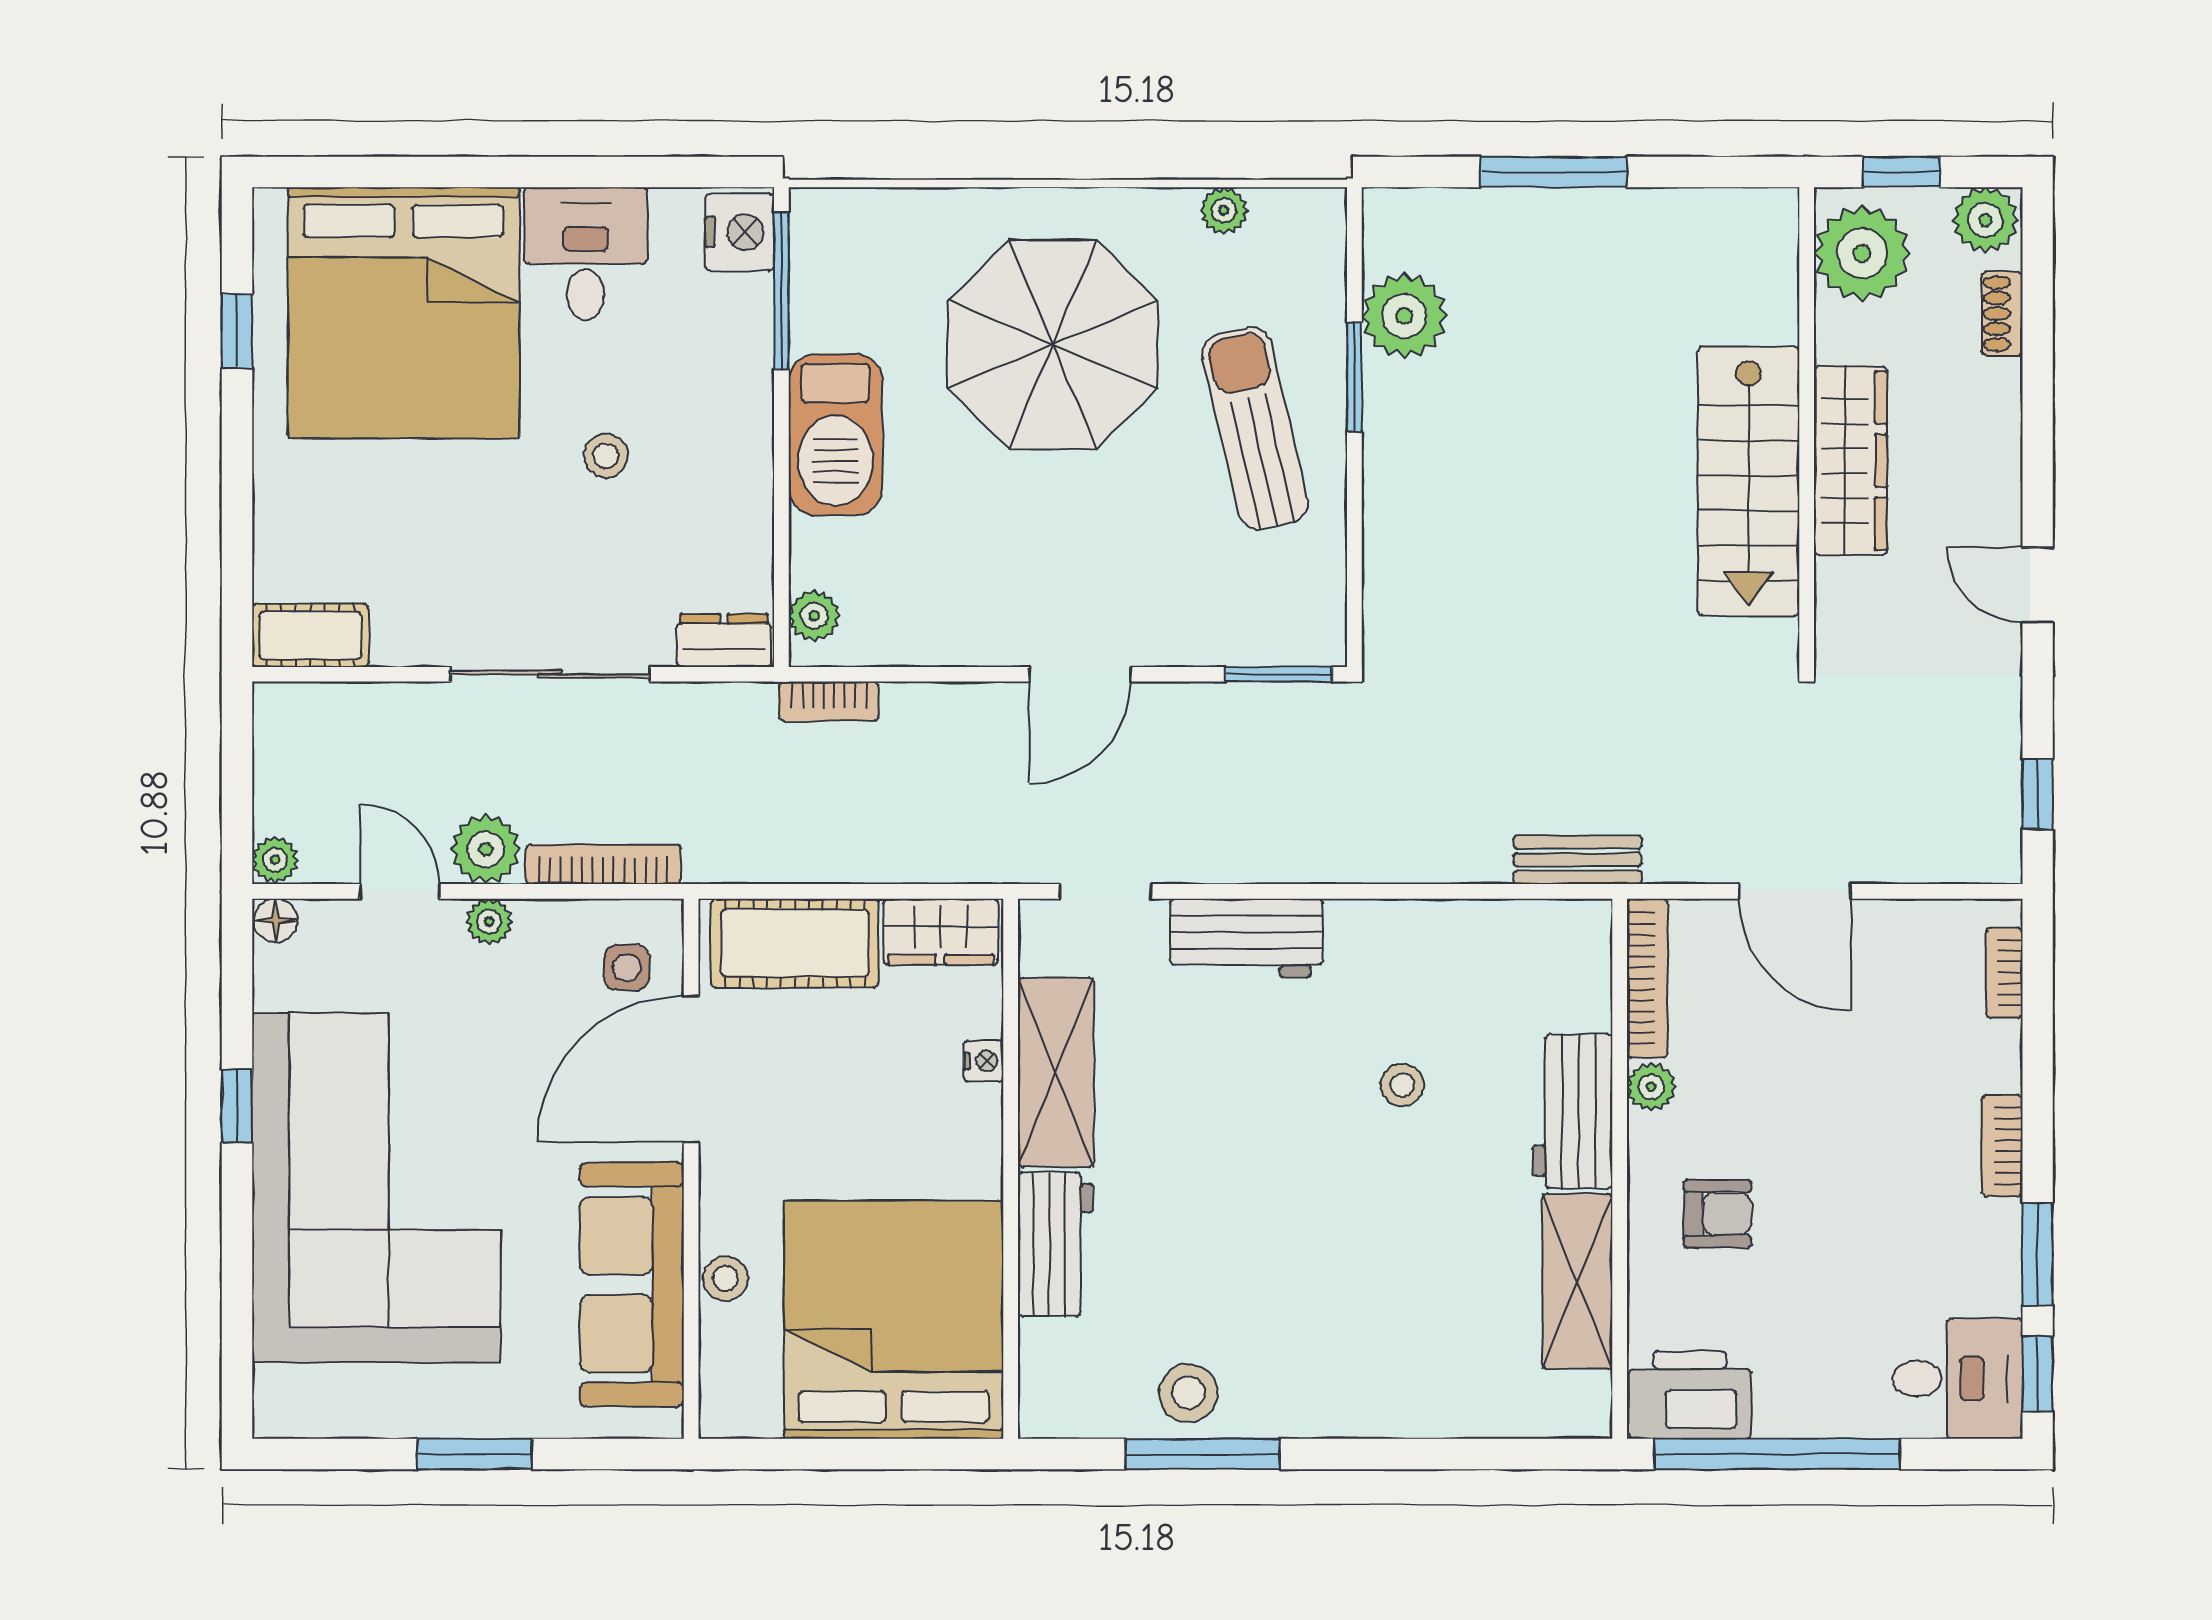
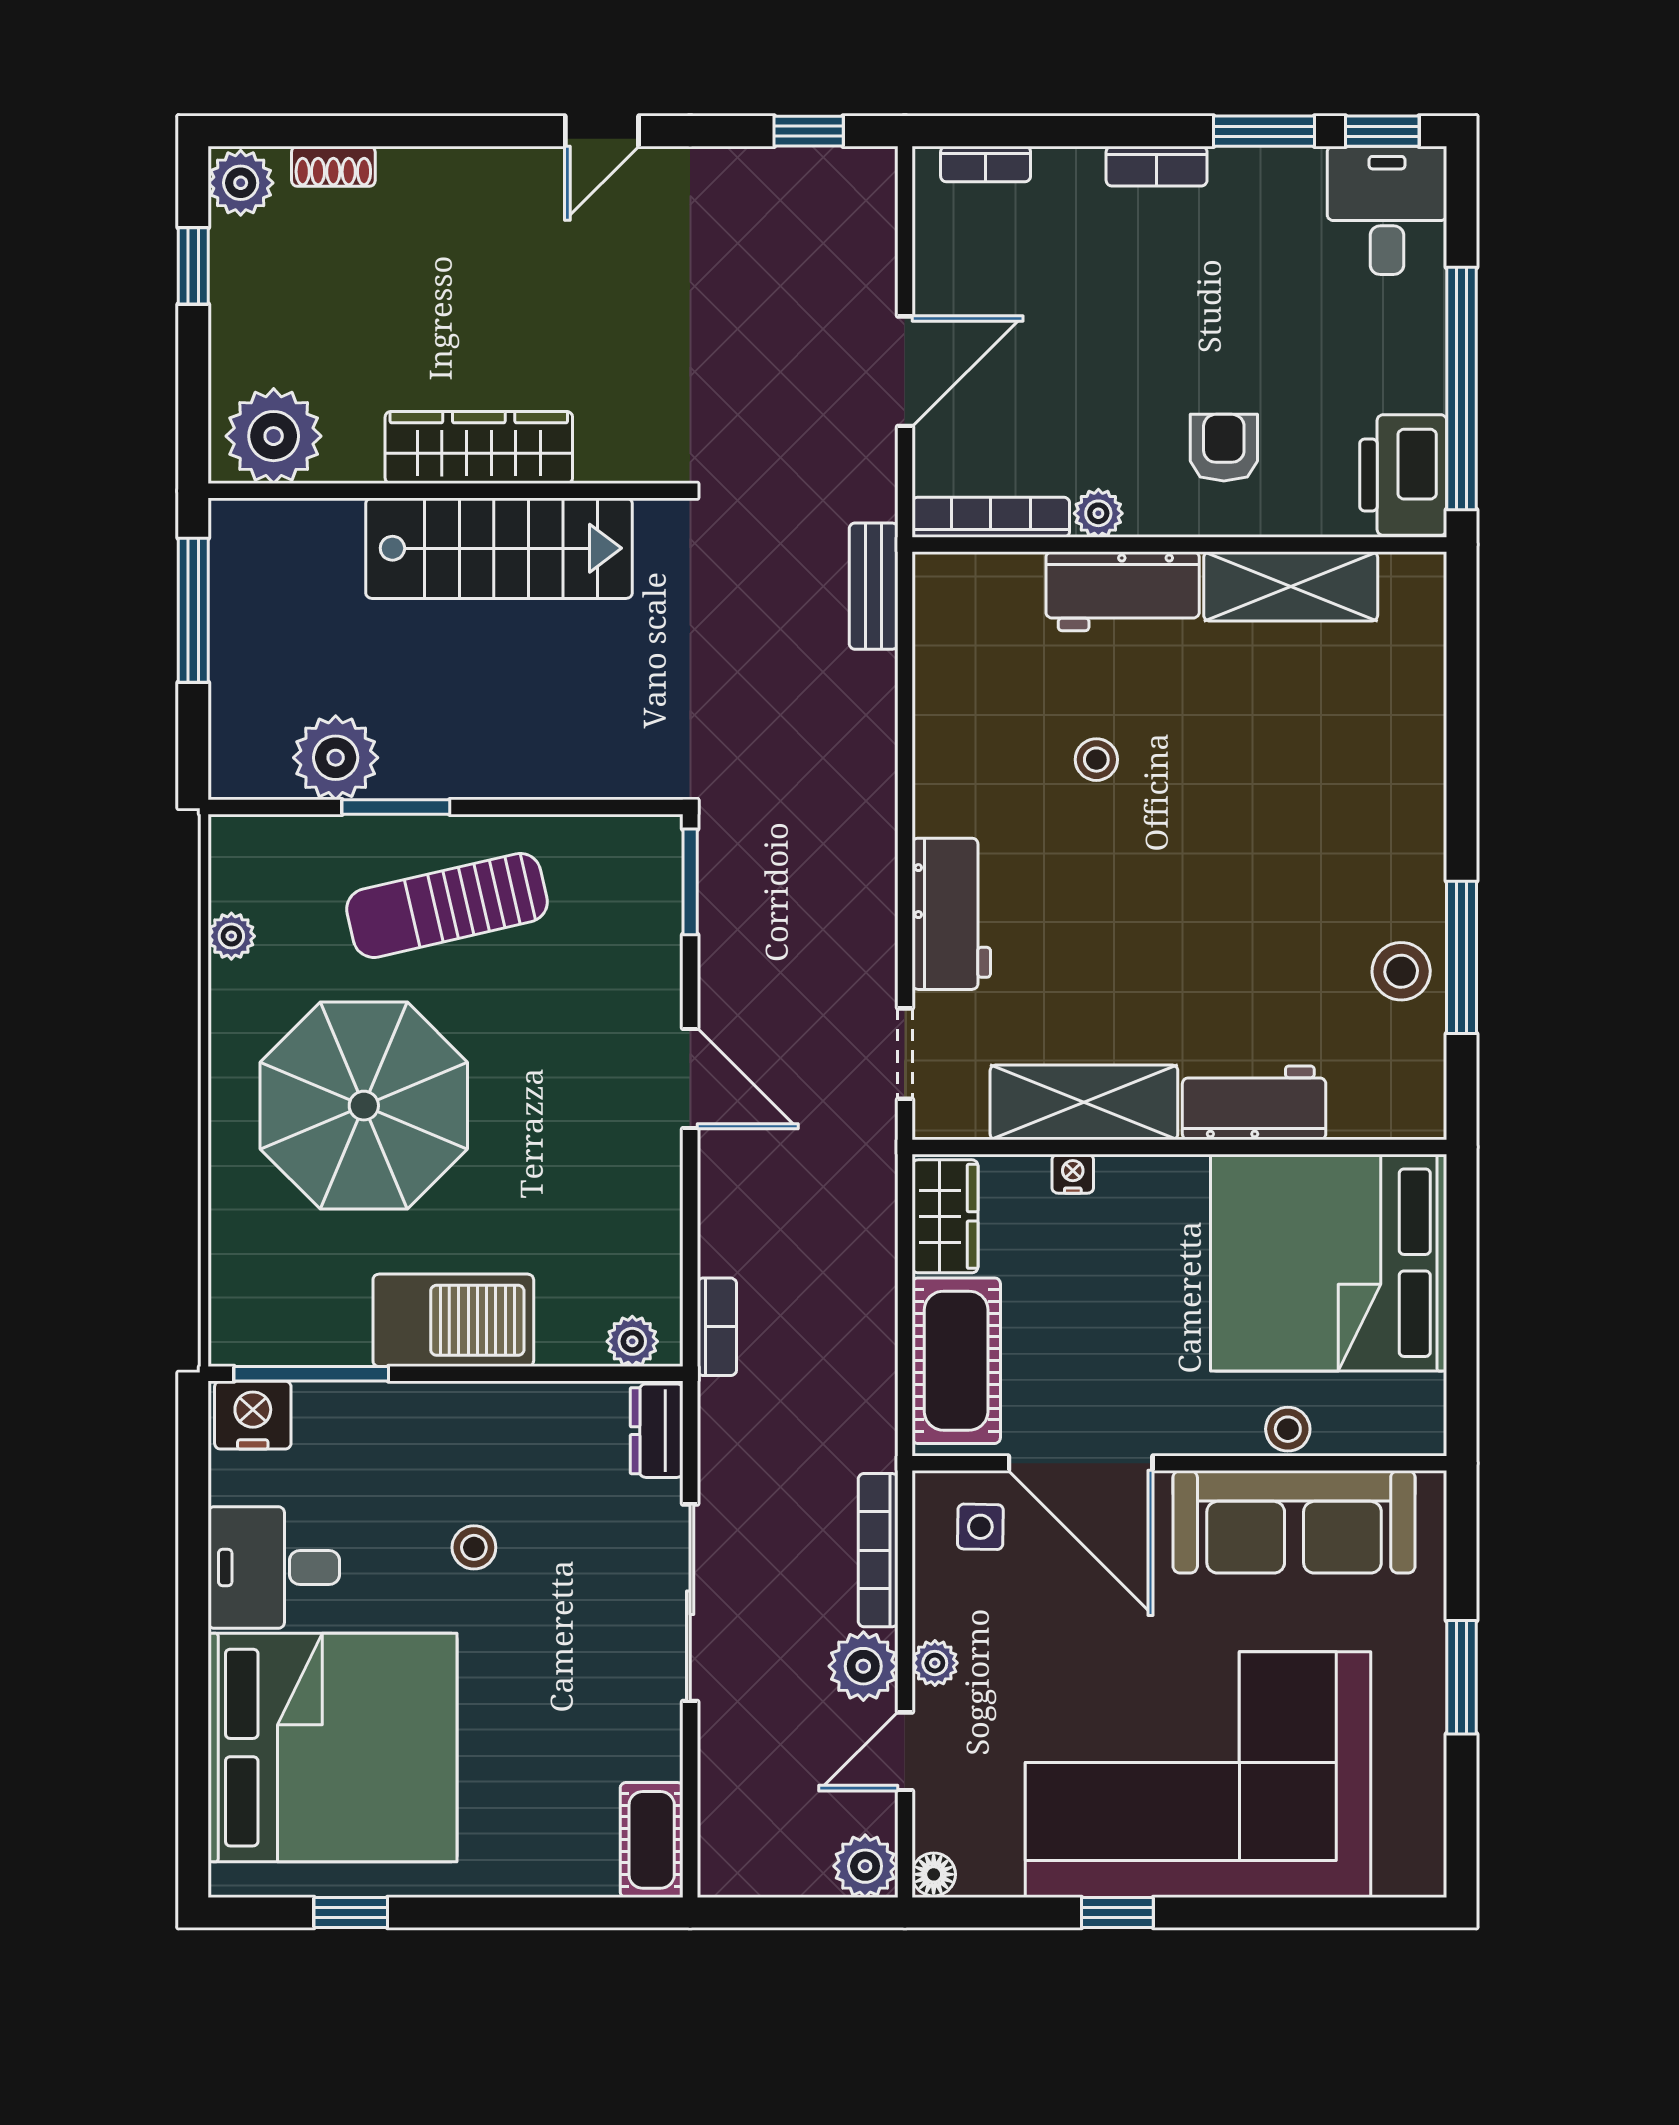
plant: (1862, 253) -> (274, 436), moved
wall: (1807, 427) -> (446, 491), moved
wardrobe: (1850, 461) -> (479, 447), moved
stairs: (1749, 481) -> (499, 548), moved
plant: (275, 860) -> (865, 1866), width x1.38, depth x1.38

